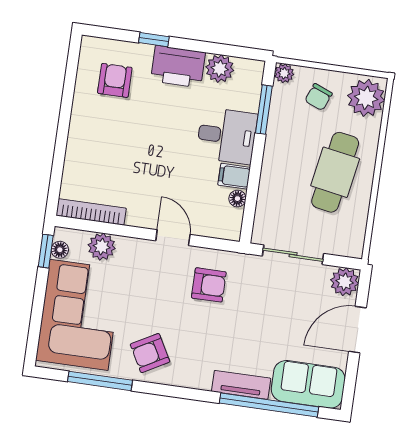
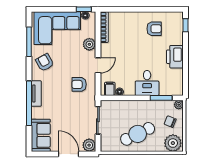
window: (154, 40) -> (185, 25), moved
plant: (220, 69) -> (177, 76), removed
armchair: (115, 80) -> (154, 29), moved
cafe table: (335, 172) -> (138, 134), turned -36
filing cabinet: (234, 176) -> (110, 89), moved
plant: (102, 247) -> (89, 44), moved
armchair: (209, 285) -> (79, 84), turned 90
tv unit: (241, 385) -> (36, 94), moved
window: (269, 405) -> (29, 103), moved

